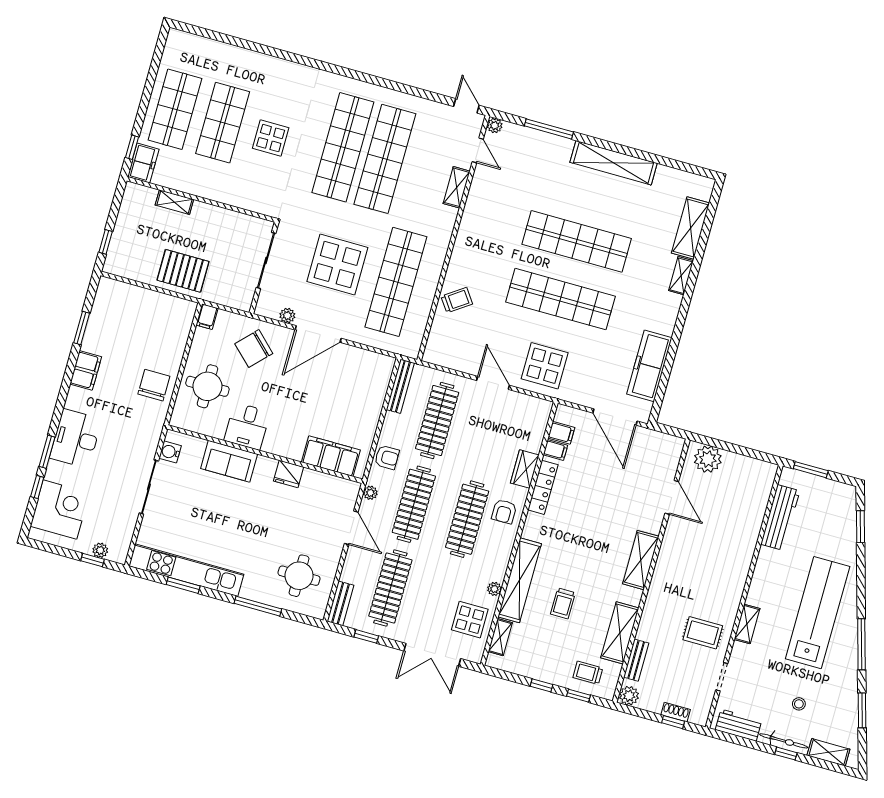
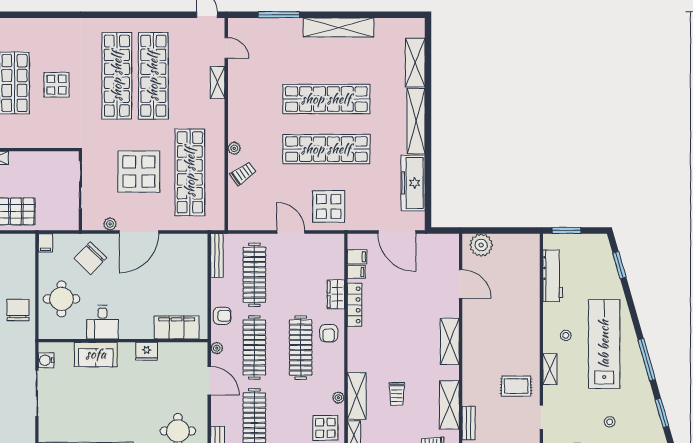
plant: (495, 126) -> (234, 148), moved
shelving: (681, 276) -> (416, 121), width x2.20, depth x1.33
shelving: (520, 580) -> (357, 396), width x0.68
stool: (776, 590) -> (566, 335), added

